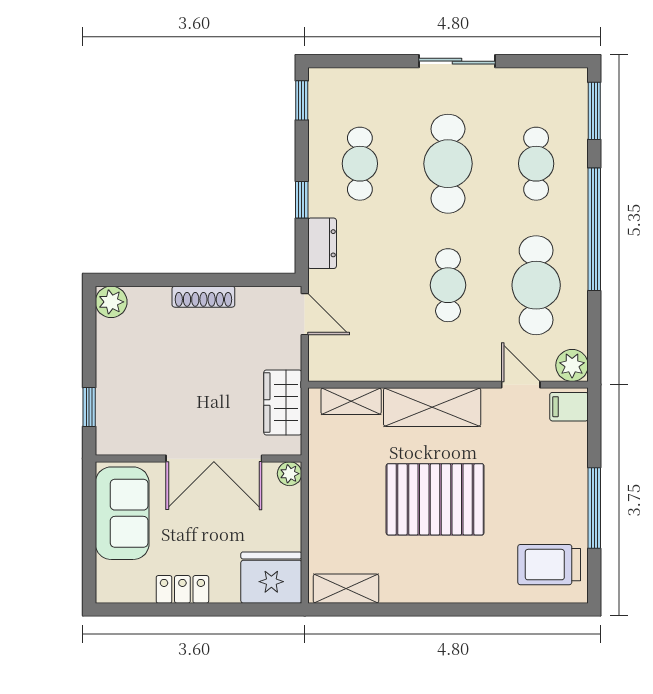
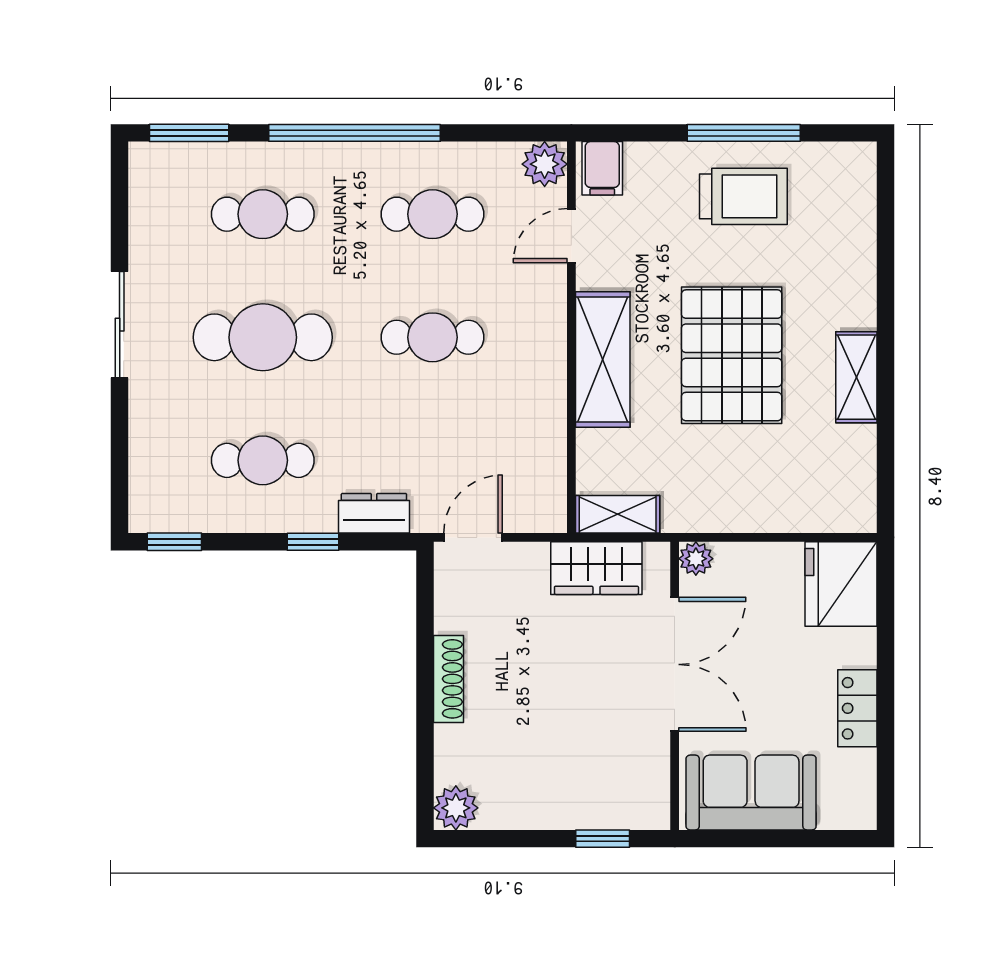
cafe table: (536, 285) -> (432, 214), width x0.73, depth x0.74
shelving: (351, 401) -> (618, 514), moved, turned 90
trolley: (549, 565) -> (743, 196), moved, turned -90
shelving: (346, 589) -> (856, 377), moved

